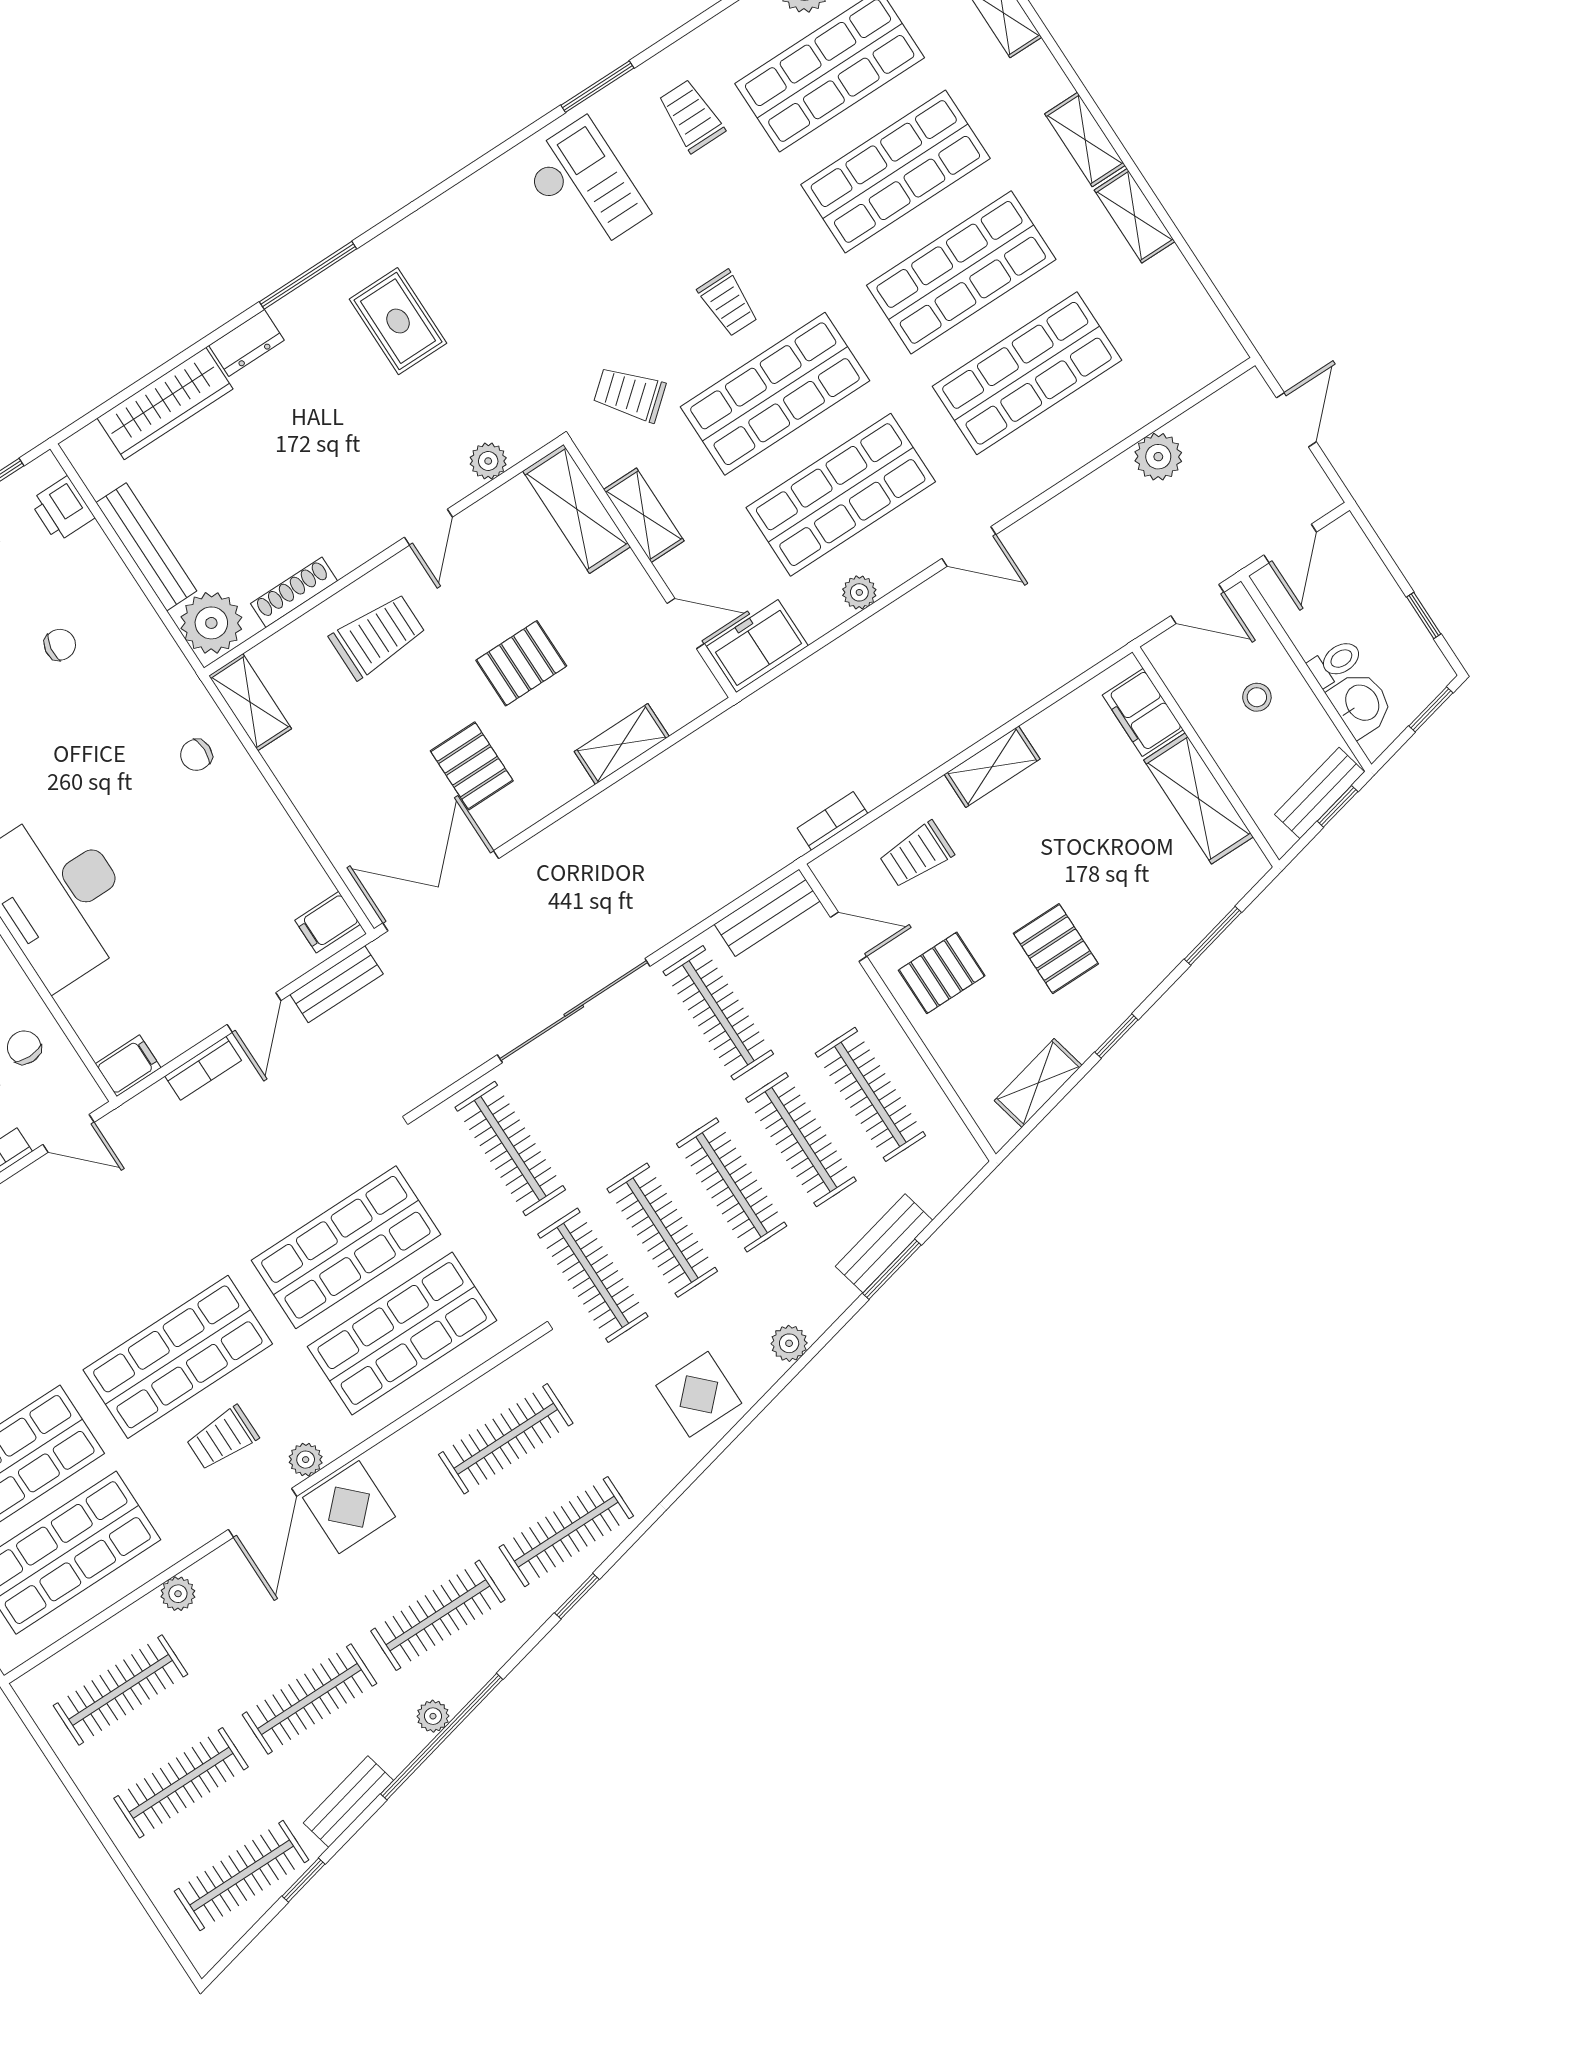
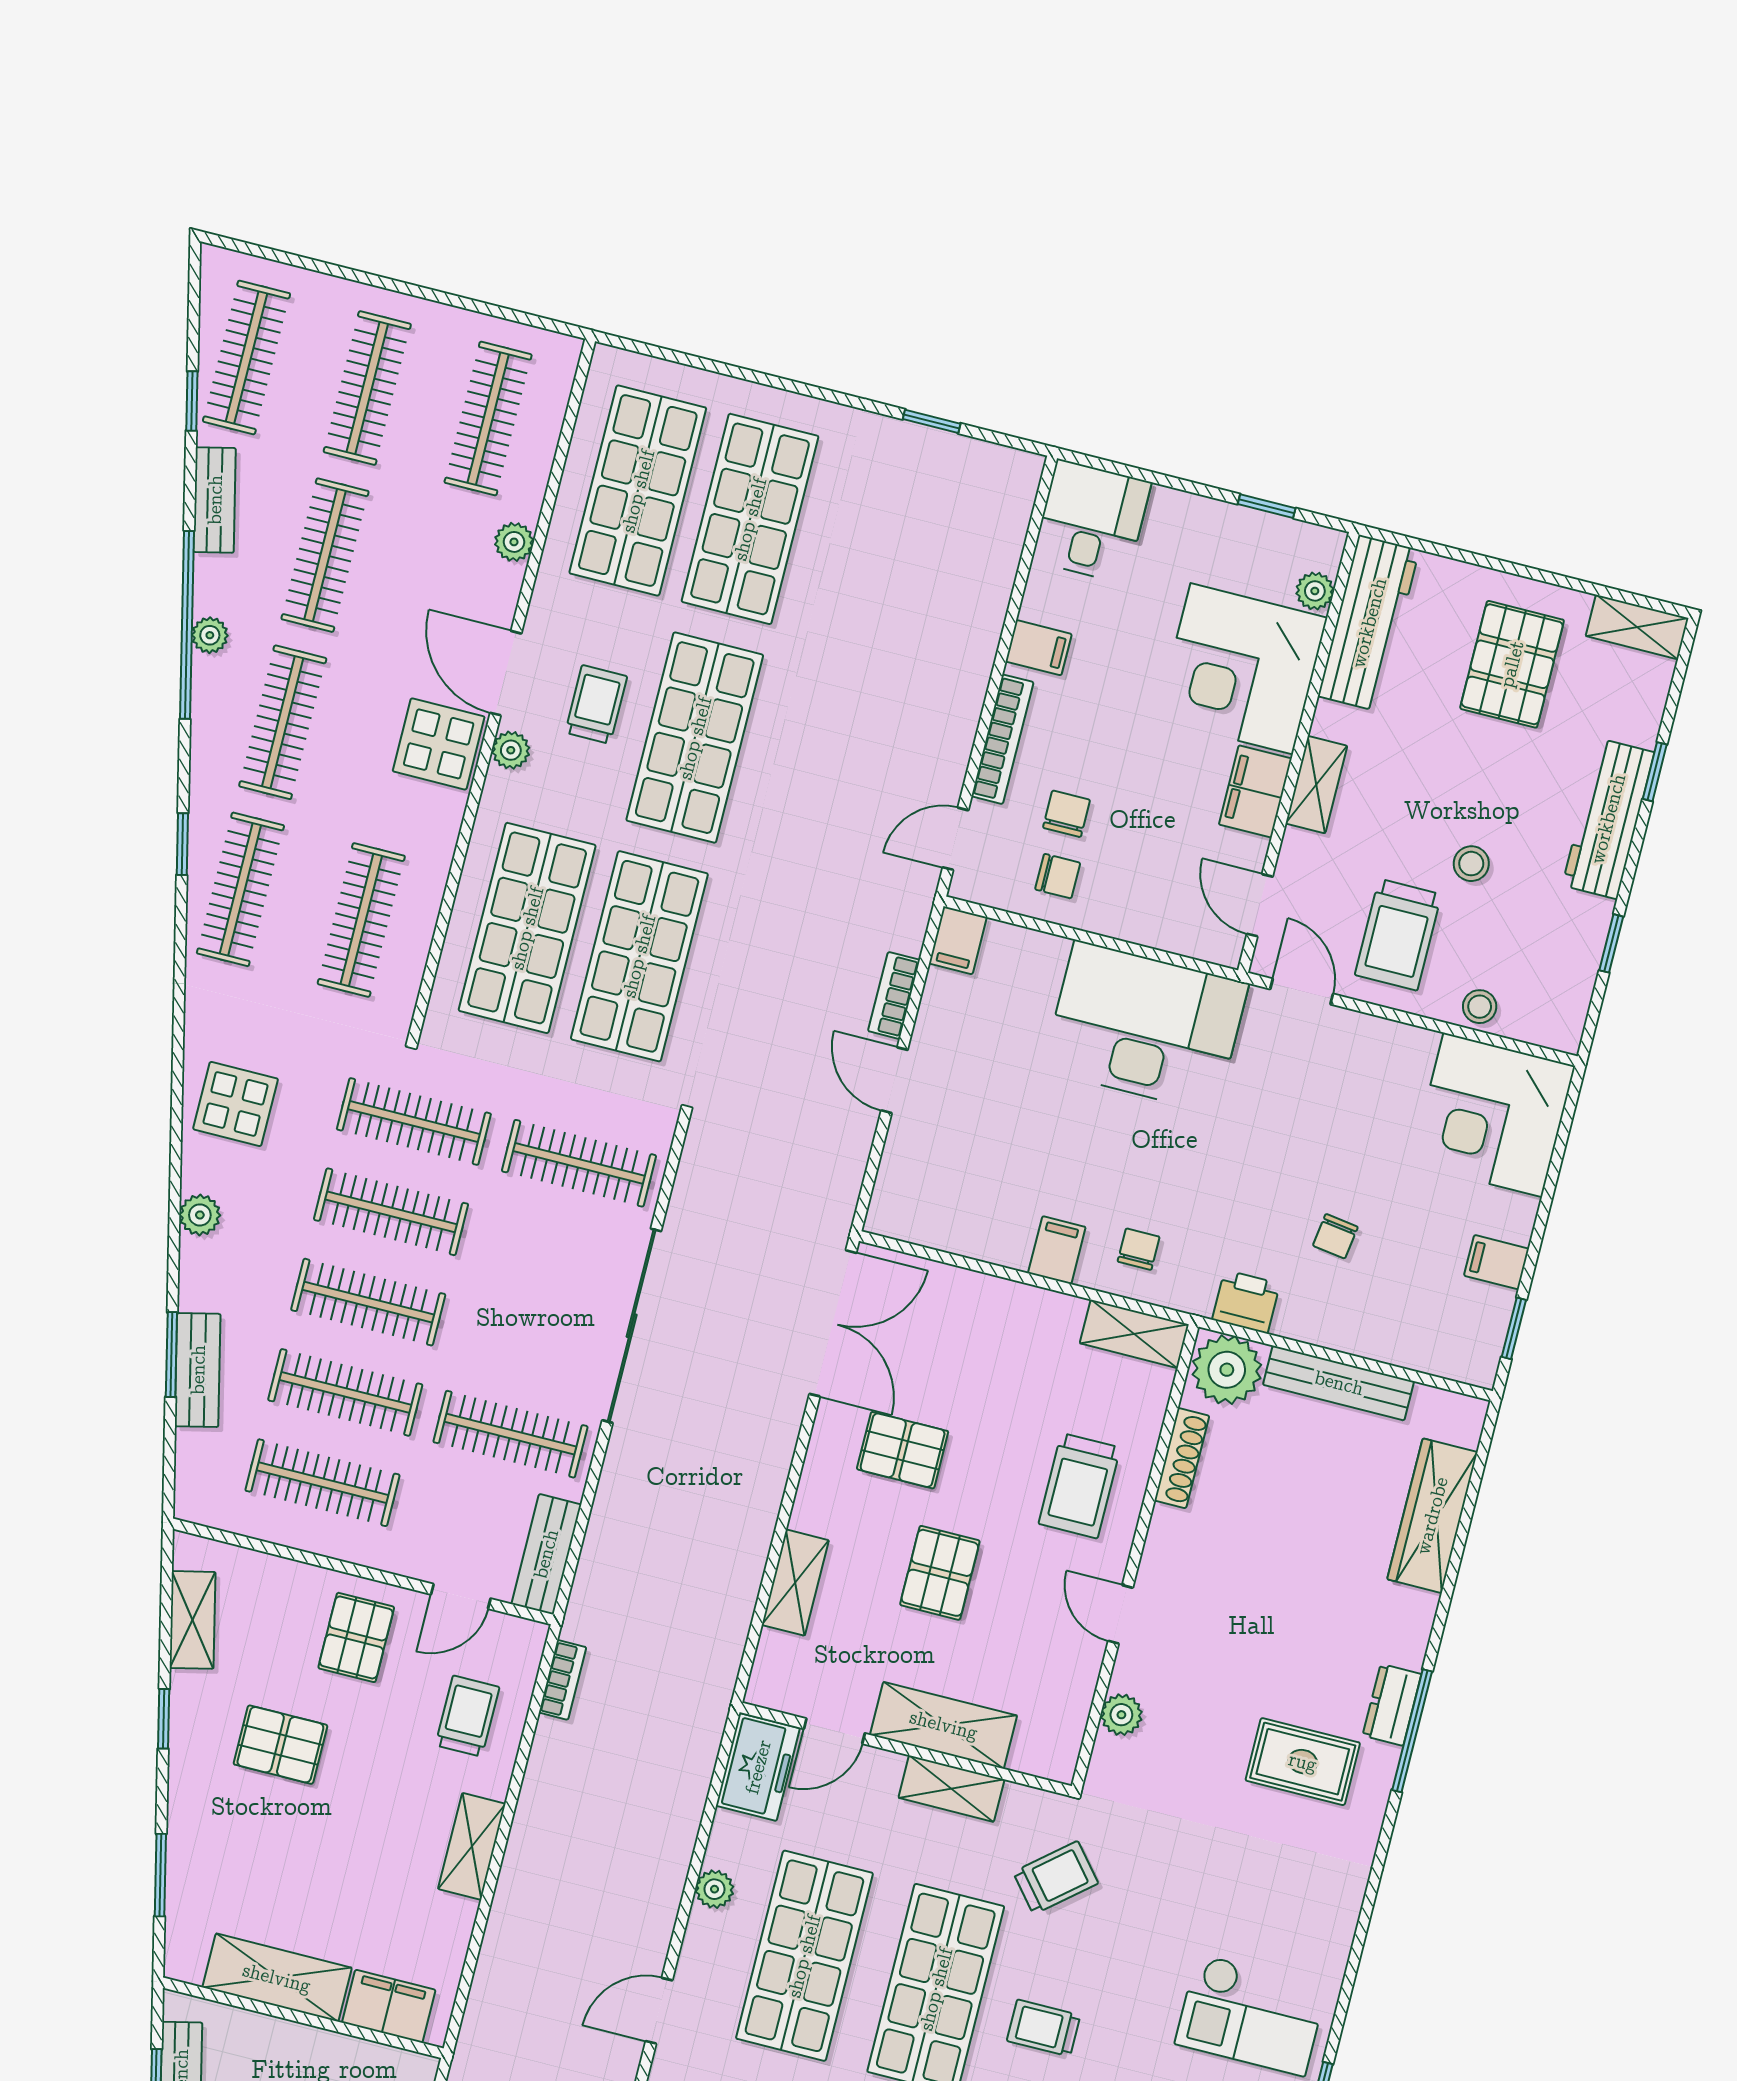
dresser: (246, 343) -> (1392, 1705), moved
printer: (62, 509) -> (1246, 1302), moved
shelving: (577, 509) -> (944, 1725), moved
filing cabinet: (328, 922) -> (1057, 1250), moved
bench: (337, 984) -> (848, 1167), removed

